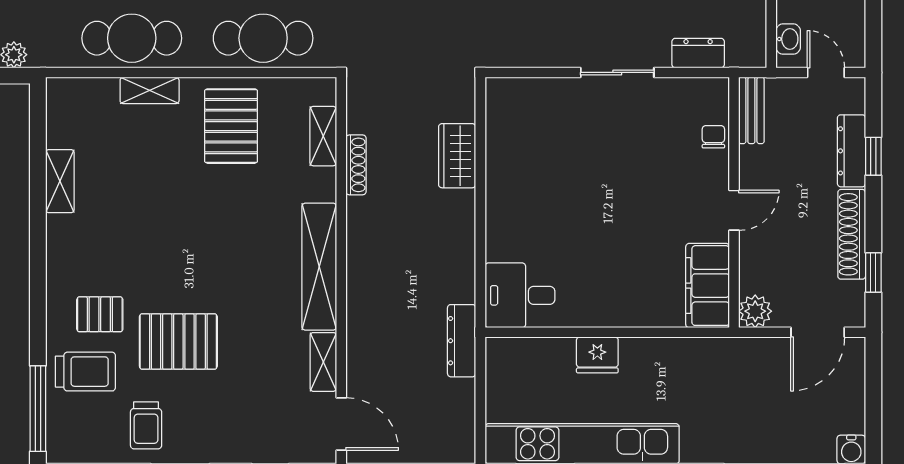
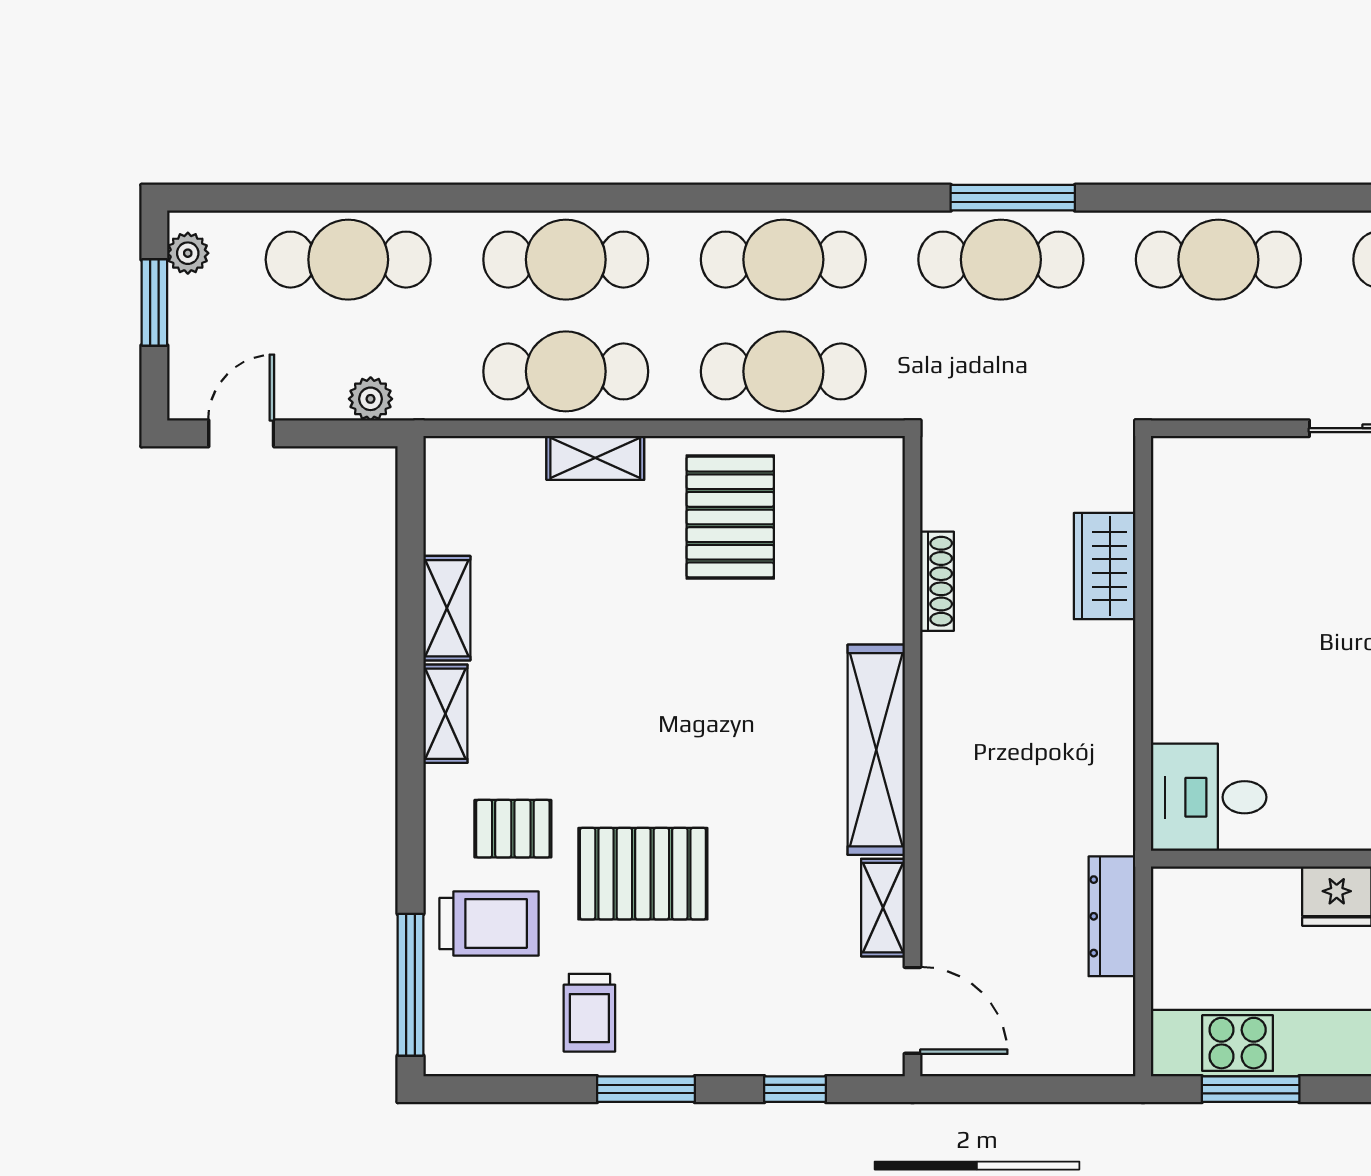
shelving: (323, 136) -> (445, 714), moved
dresser: (462, 341) -> (1112, 916), moved

